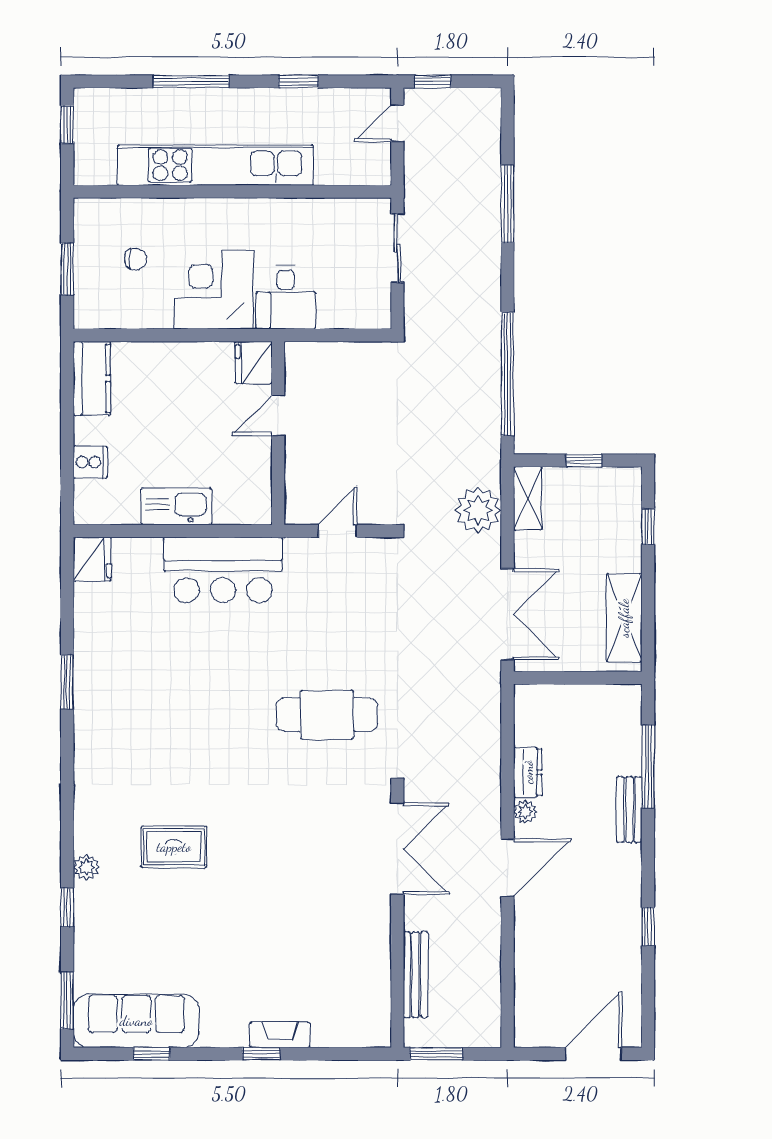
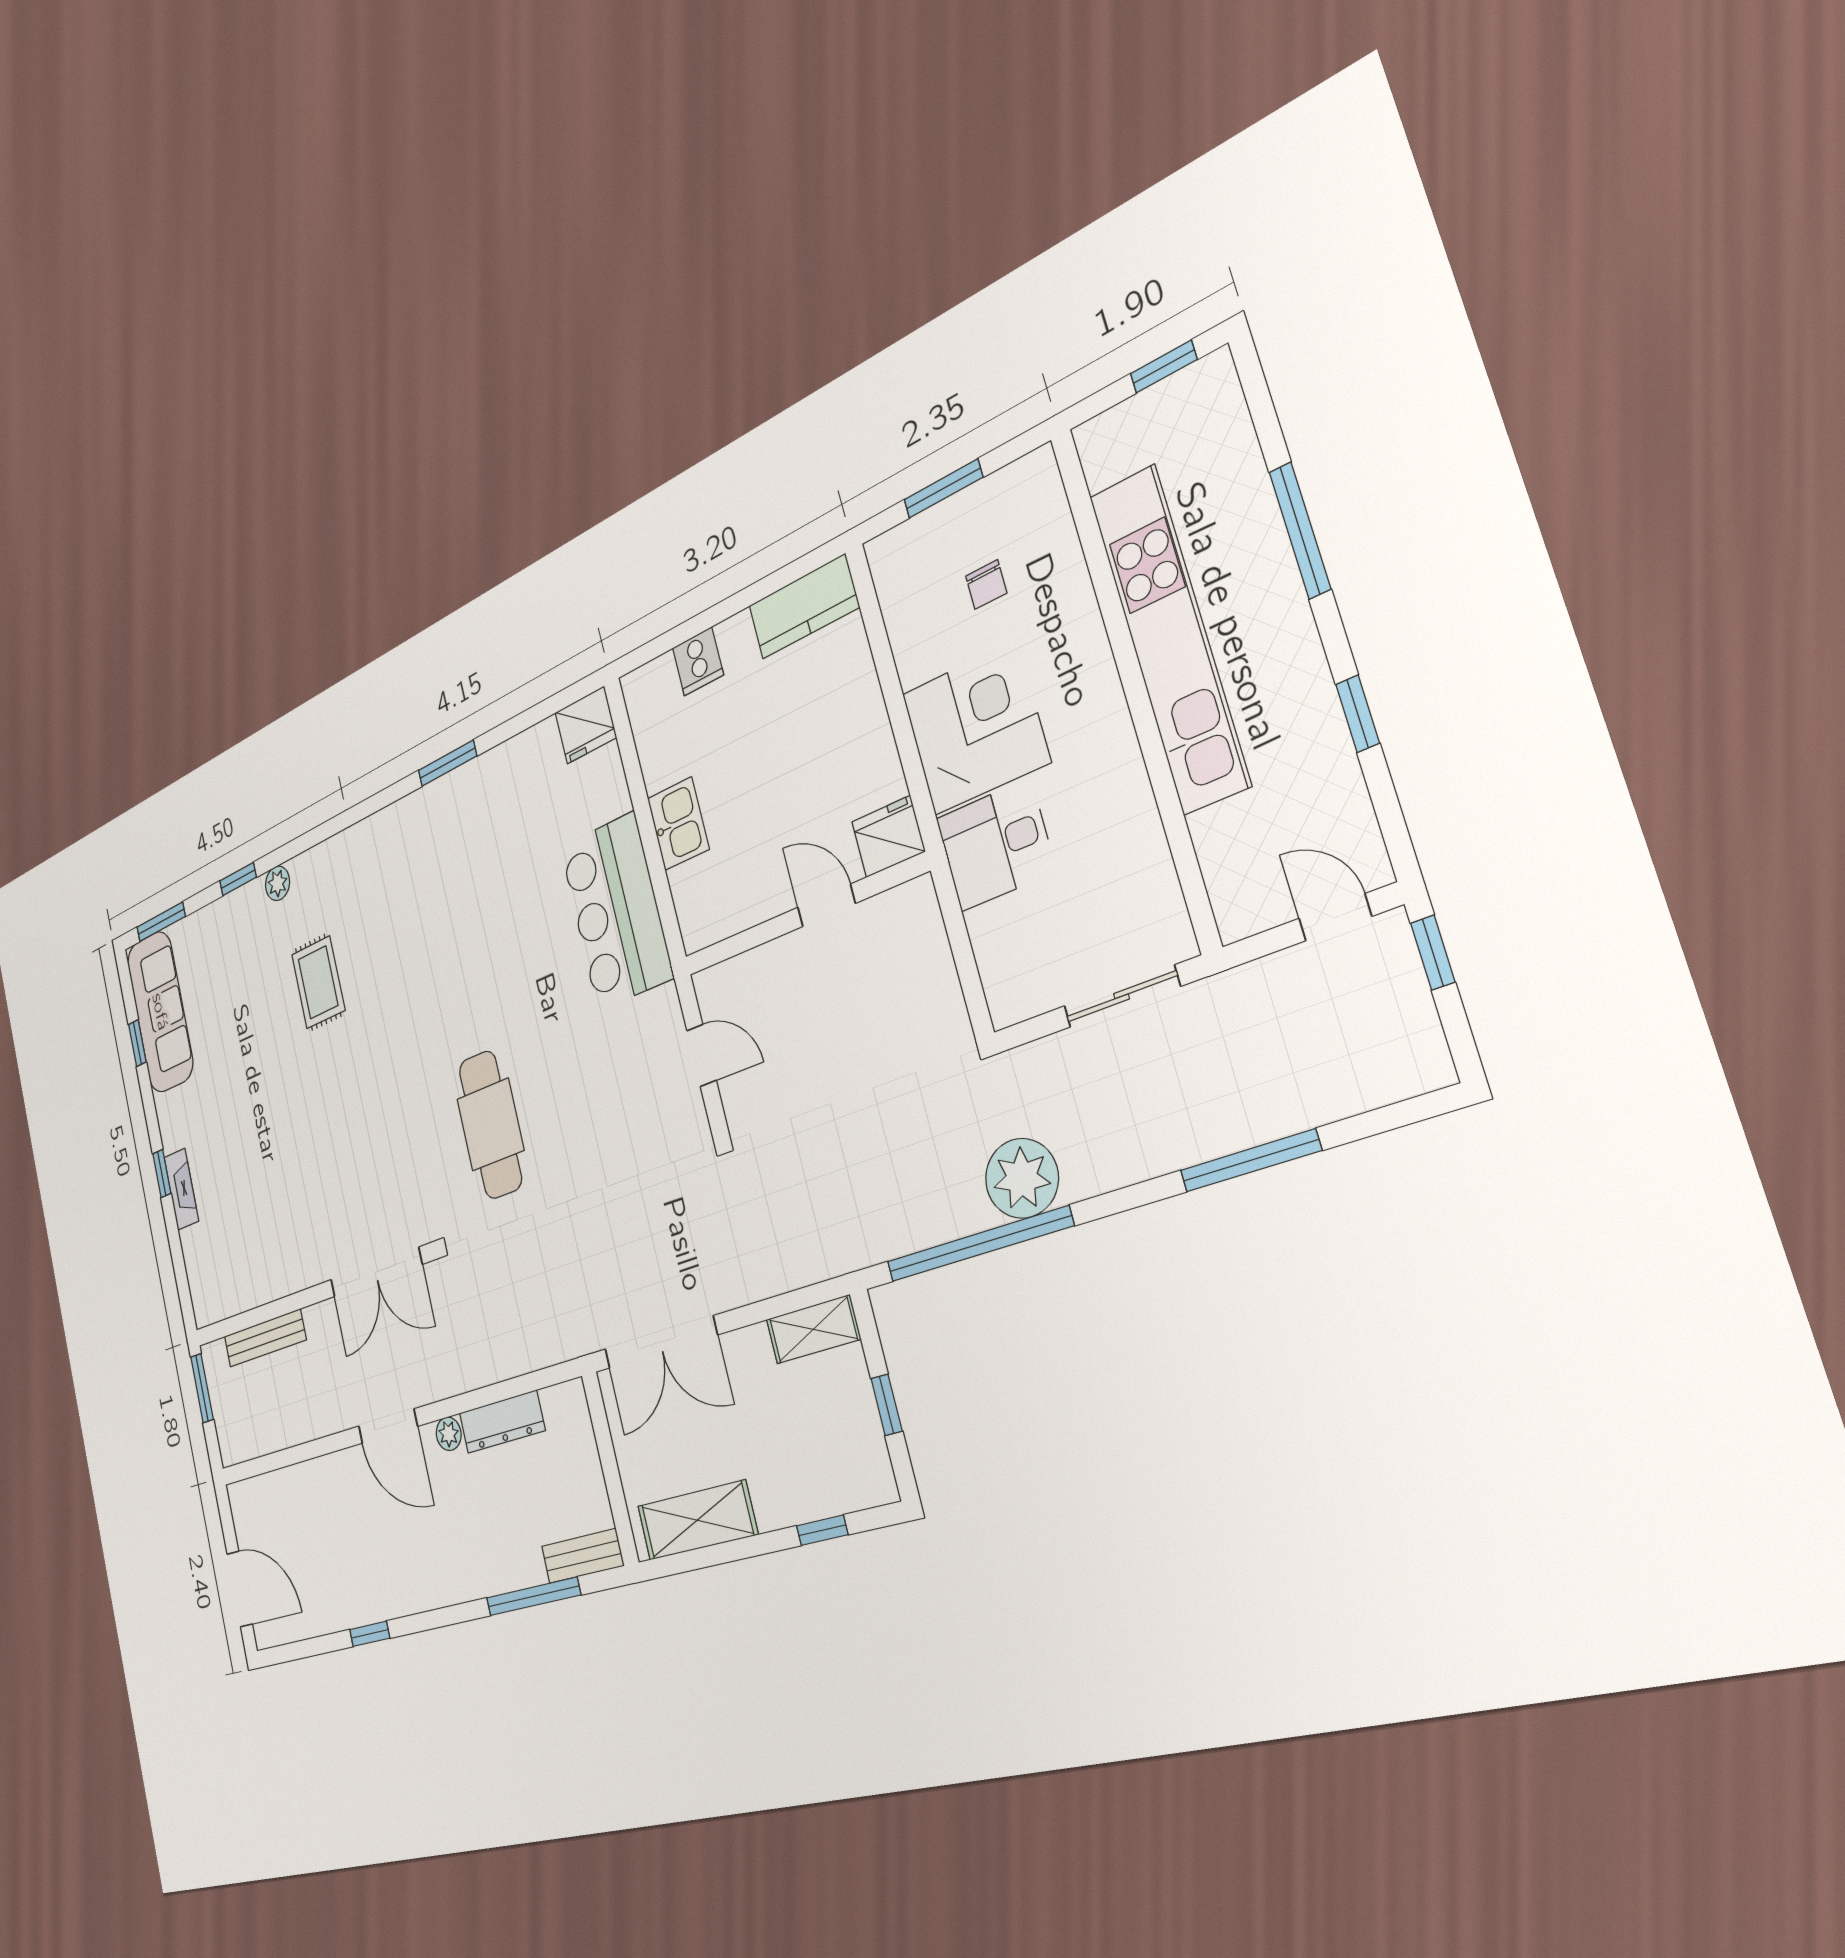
kitchen sink: (176, 506) -> (678, 824), width x0.73
plant: (478, 510) -> (1022, 1178), moved
dresser: (528, 772) -> (502, 1422), width x1.44
bench: (629, 810) -> (582, 1556), moved

